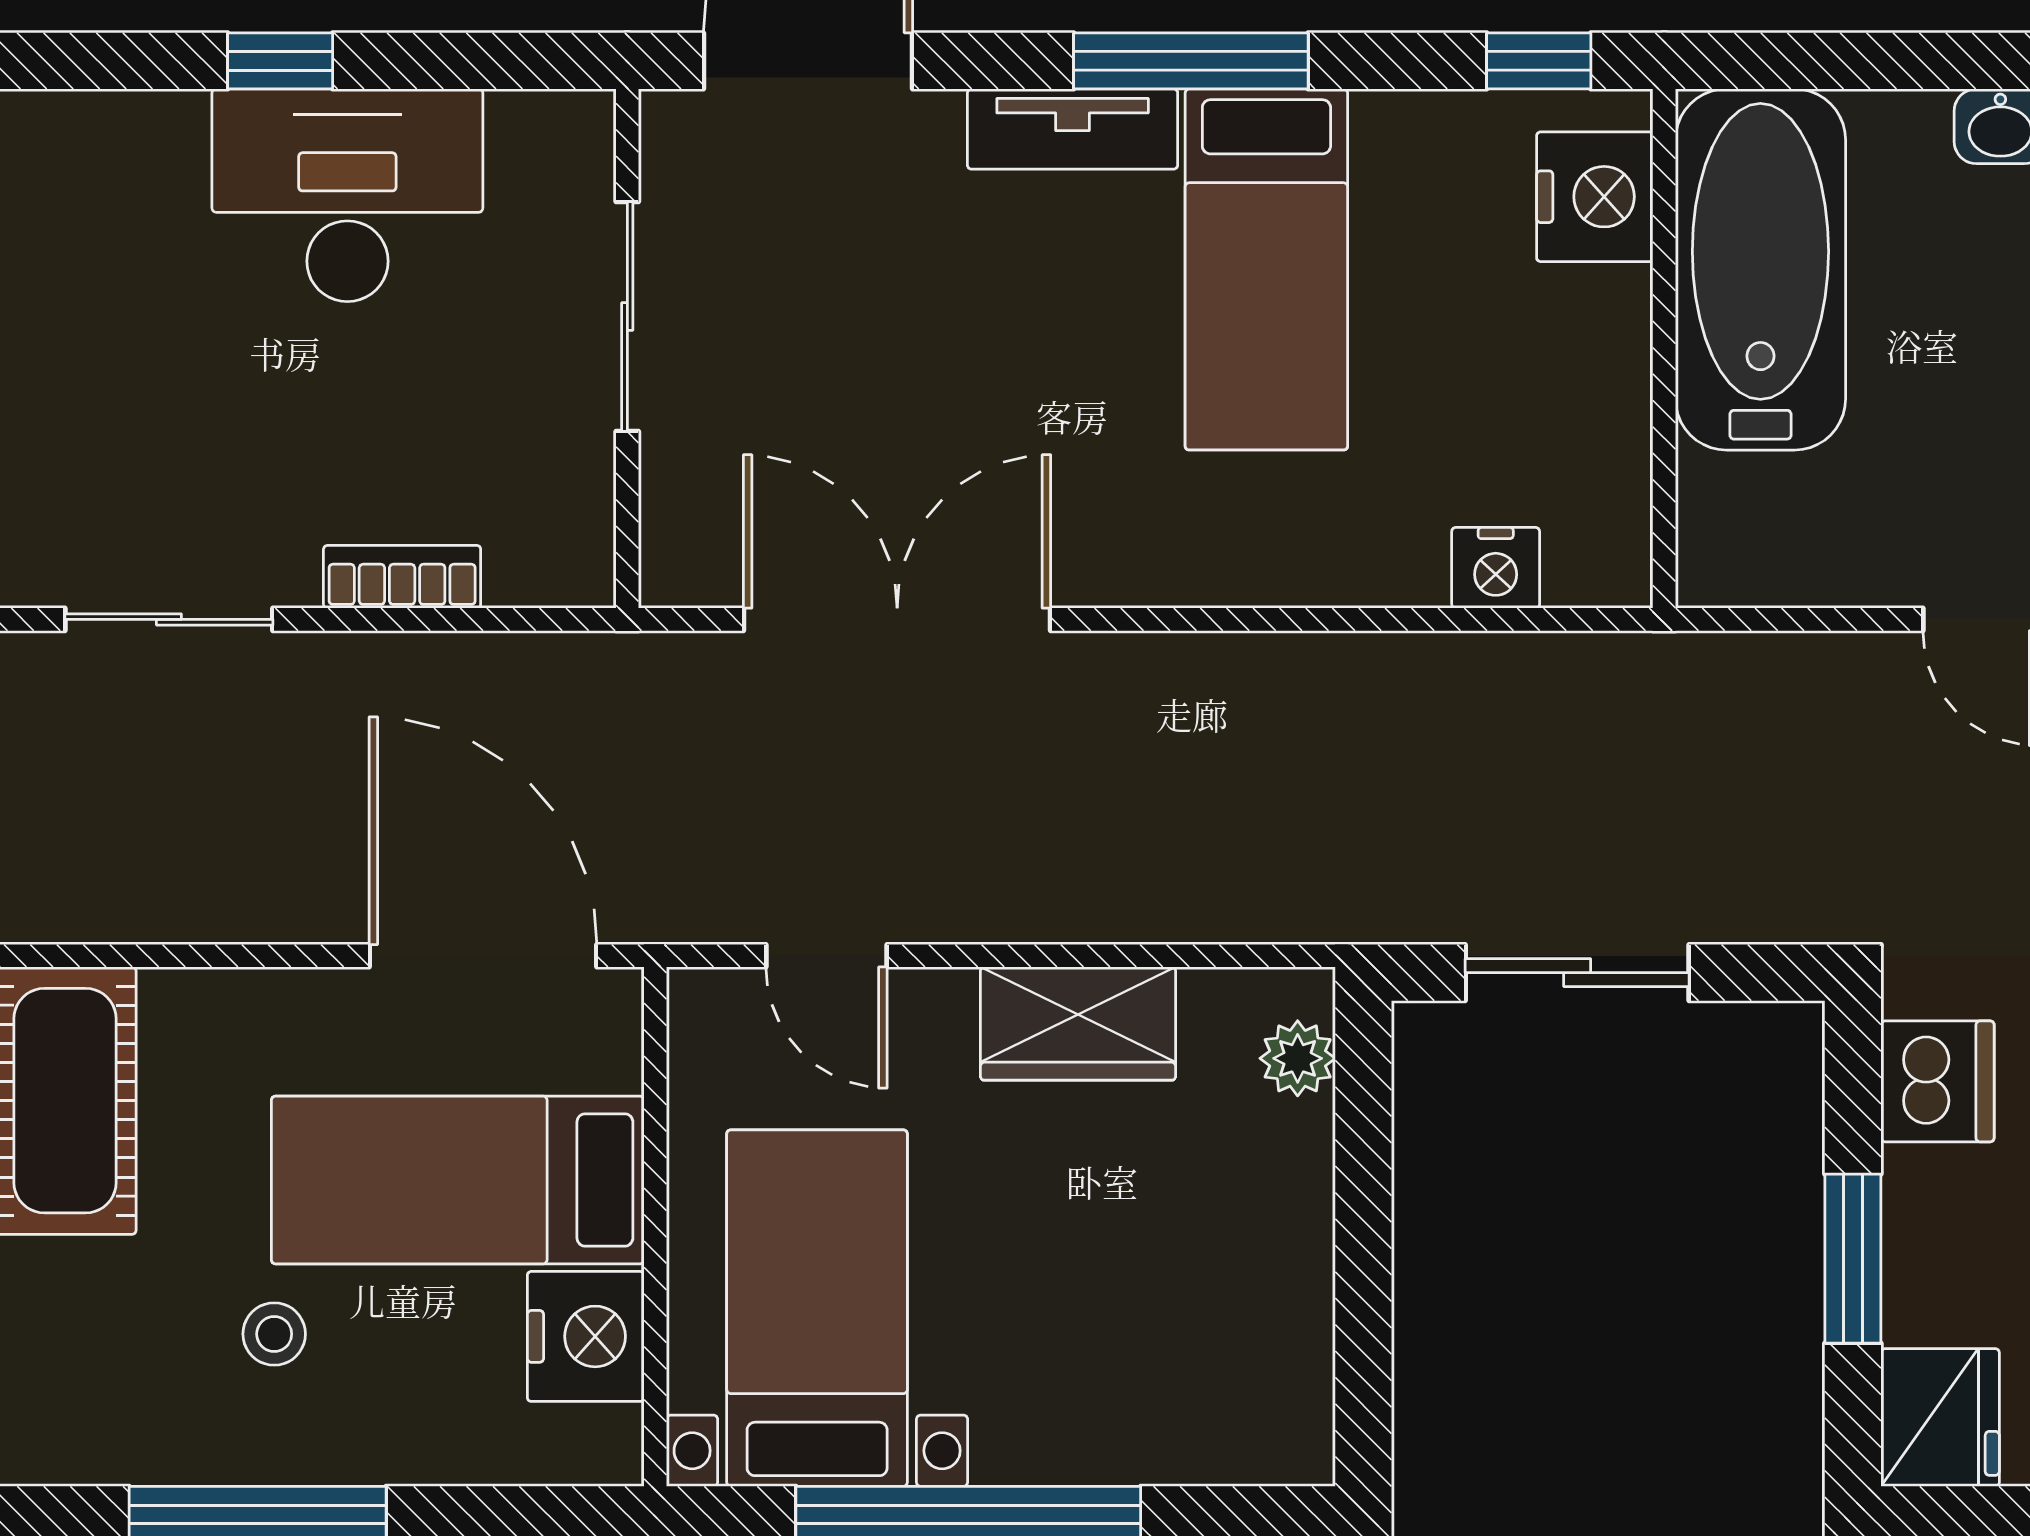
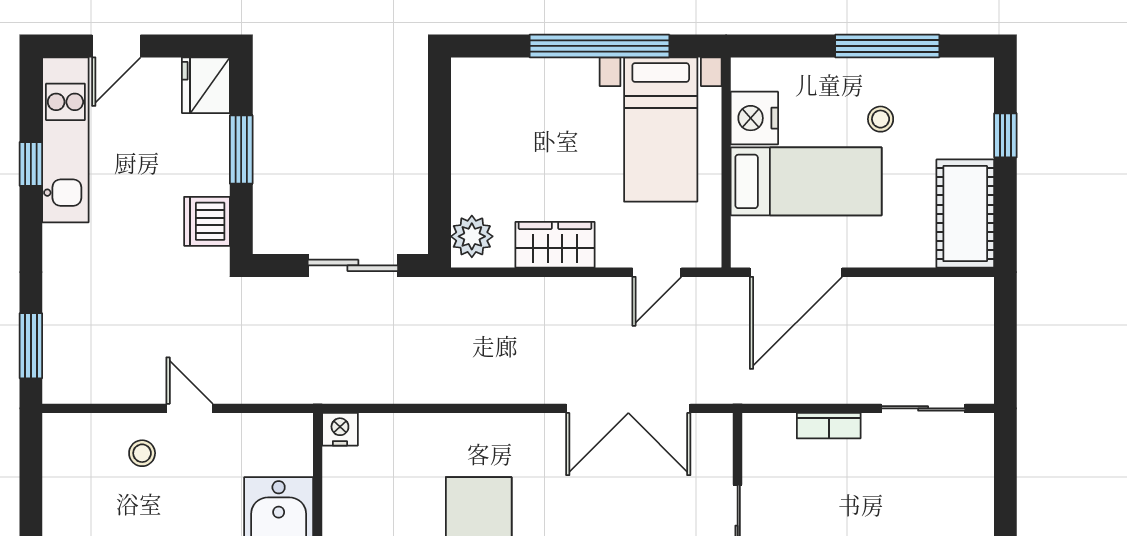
nightstand: (1496, 568) -> (340, 429), moved
door: (483, 956) -> (796, 272), hinge flipped
door: (826, 956) -> (657, 272), swing flipped
plant: (1298, 1058) -> (472, 236), width x1.38, depth x1.38

